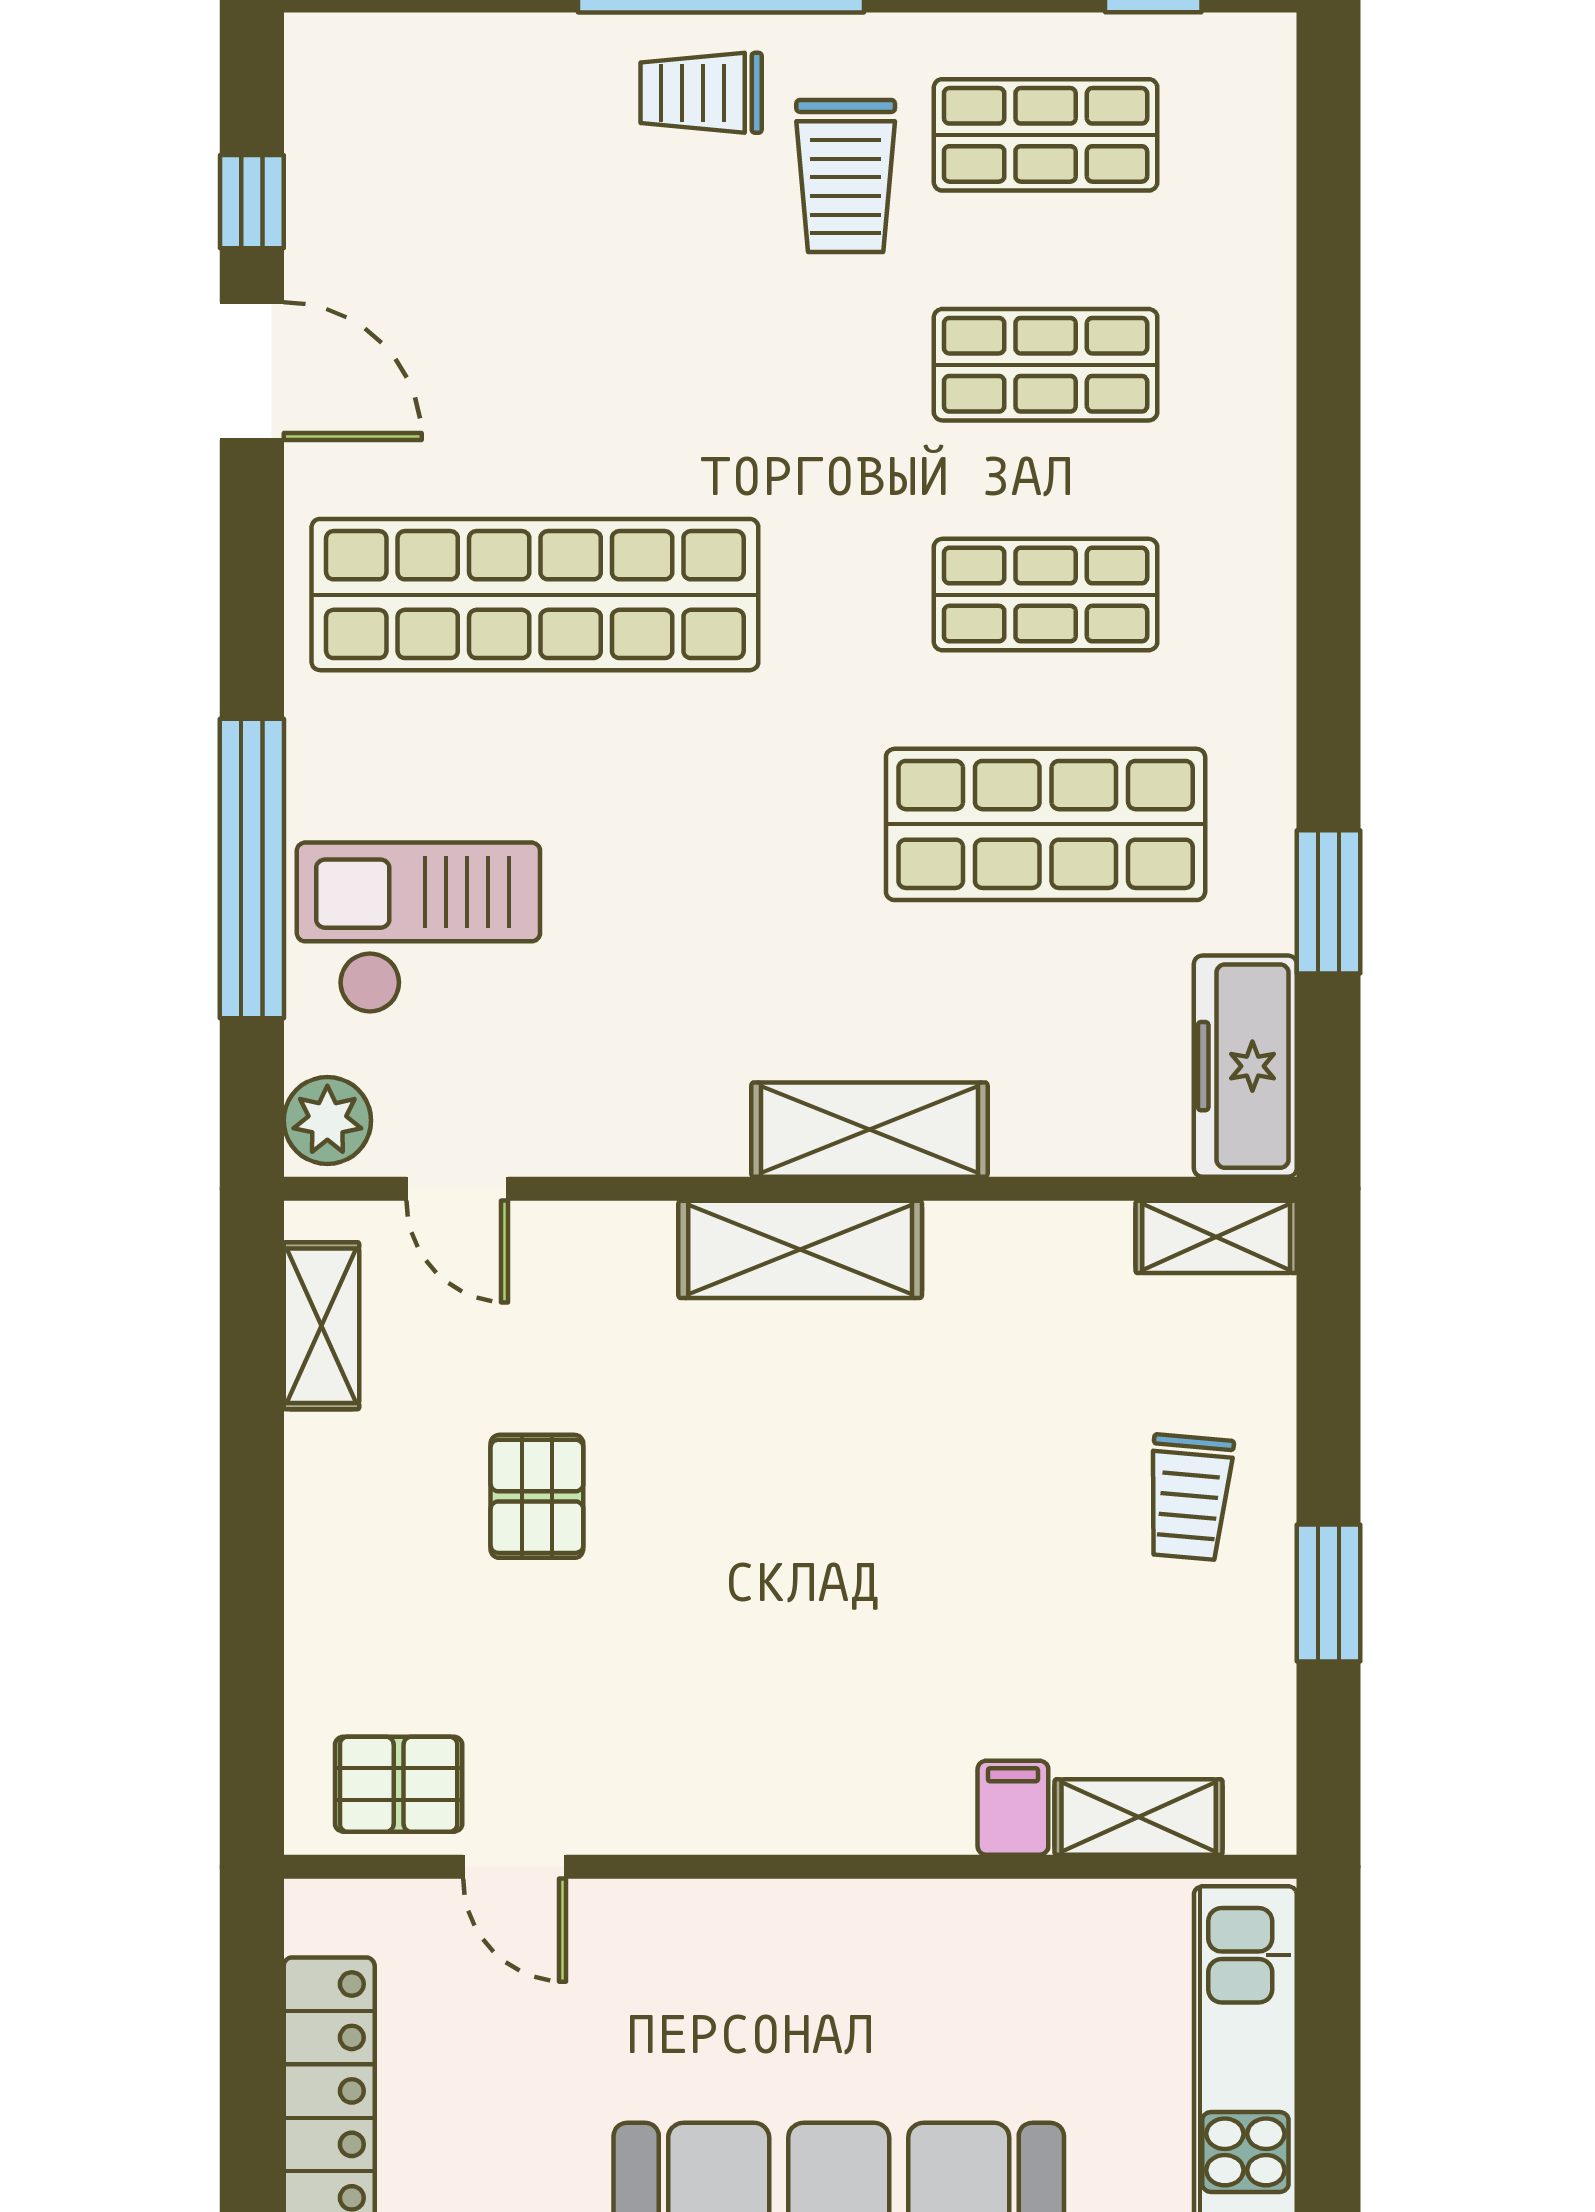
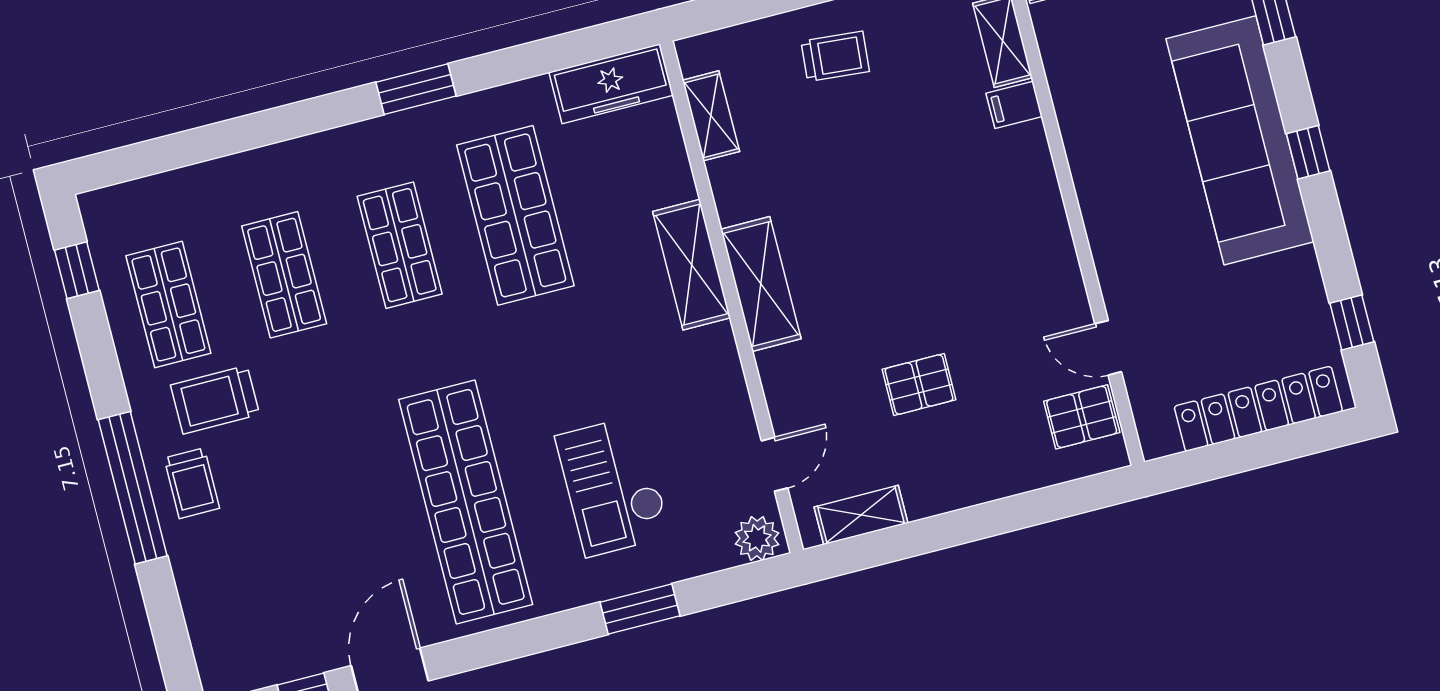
trolley: (846, 176) -> (215, 400), turned 180
window: (252, 868) -> (640, 609), width x0.47
window: (1329, 902) -> (416, 89), moved
checkout: (418, 928) -> (613, 486), moved
shelving: (1216, 1237) -> (711, 116), moved
pallet: (399, 1784) -> (1082, 417), turned 90
door: (515, 1867) -> (1108, 348), swing flipped

